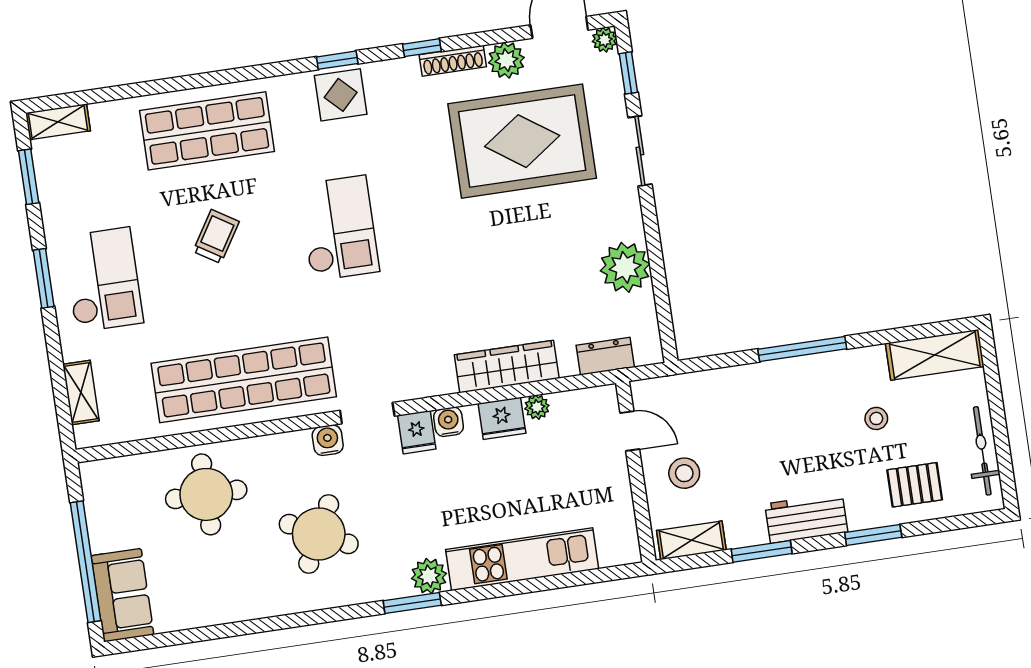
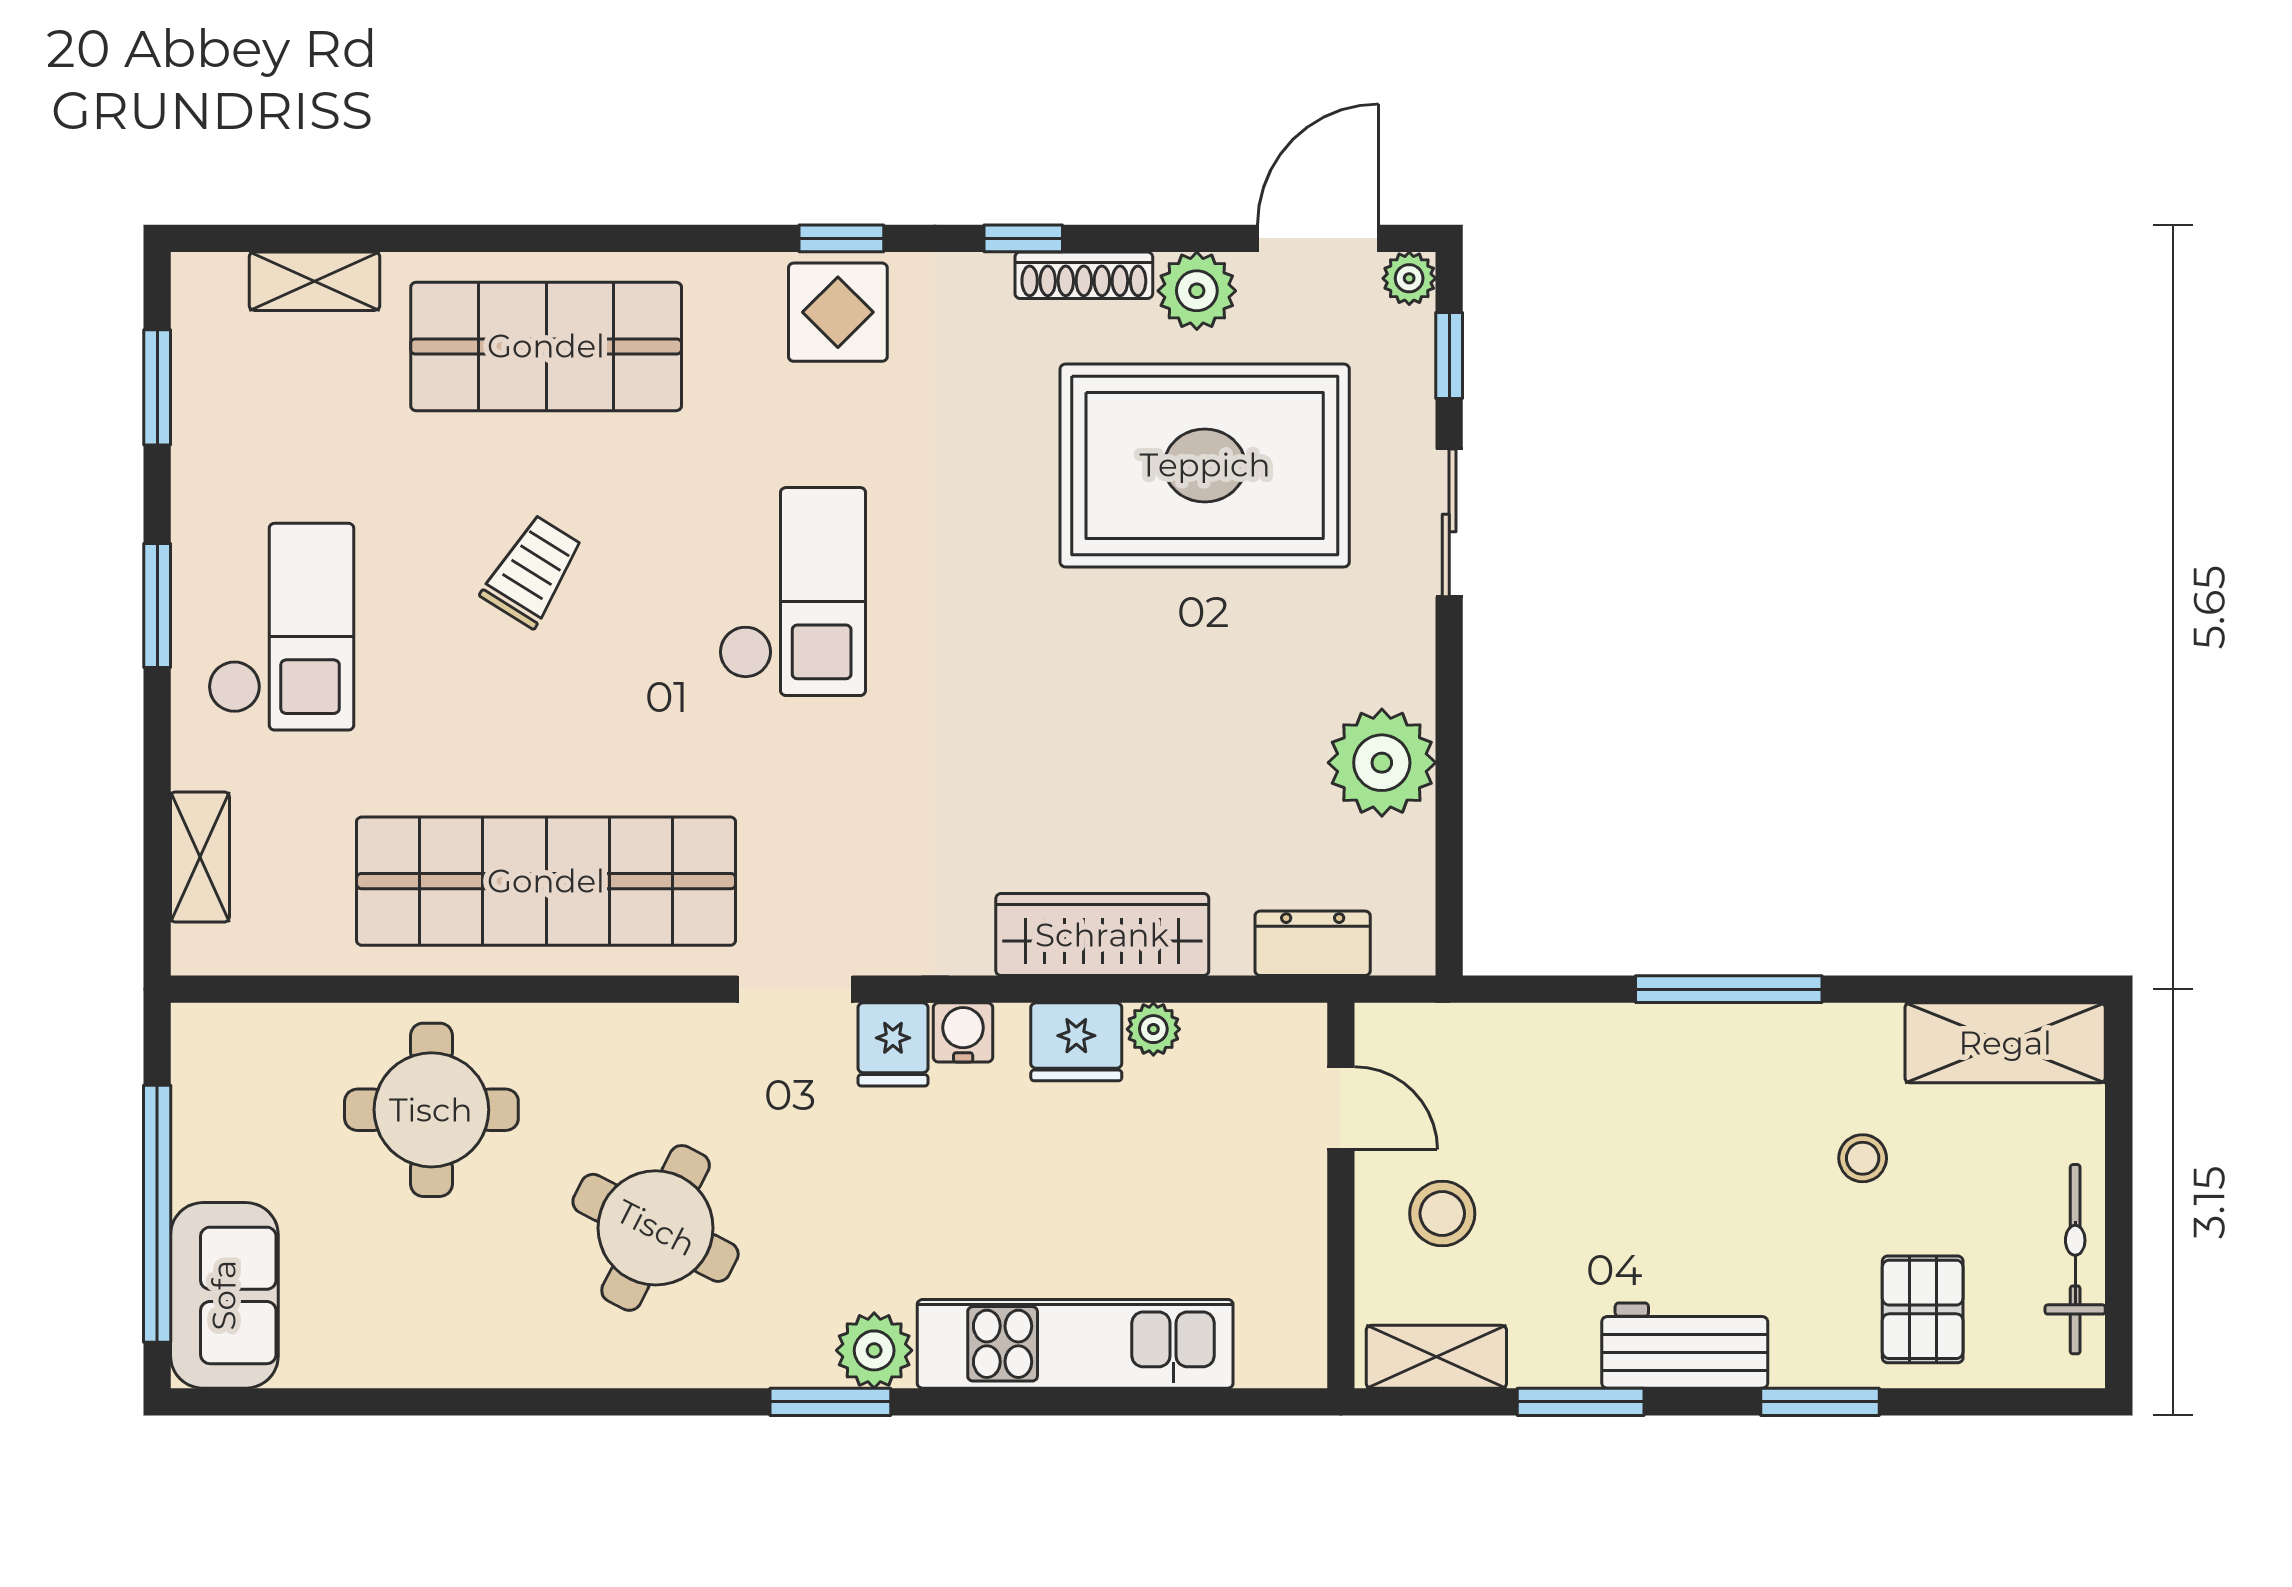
shelving: (58, 122) -> (314, 281), moved
water cooler: (328, 440) -> (704, 1034), removed
pallet: (915, 485) -> (1923, 1309), turned 90

